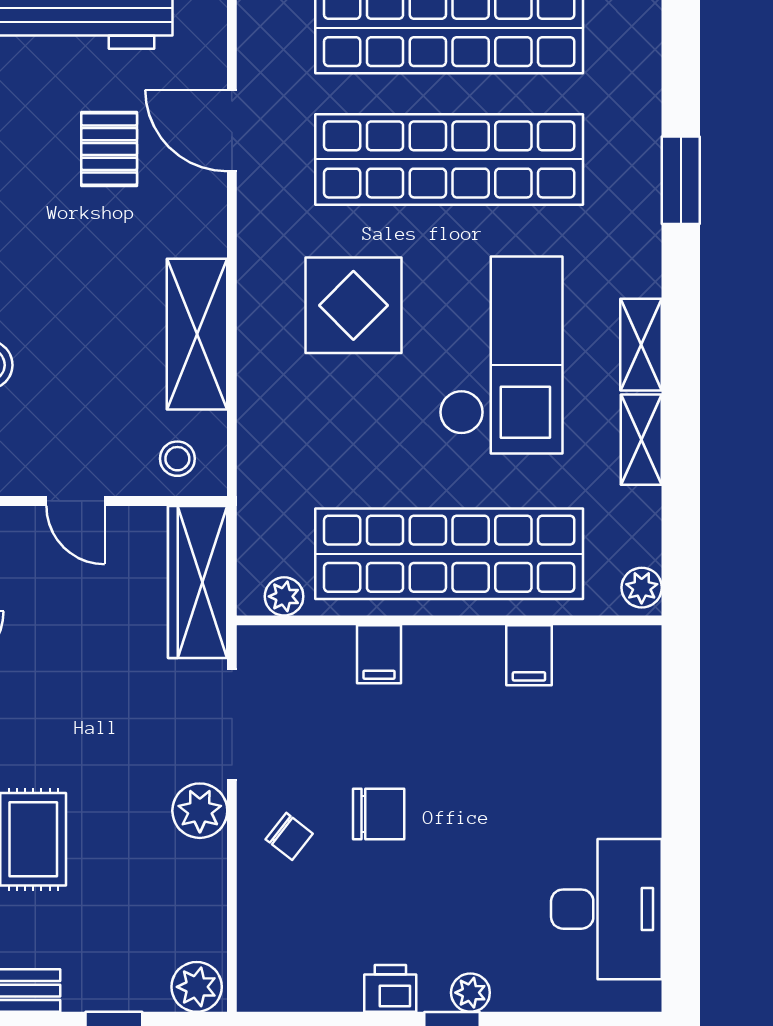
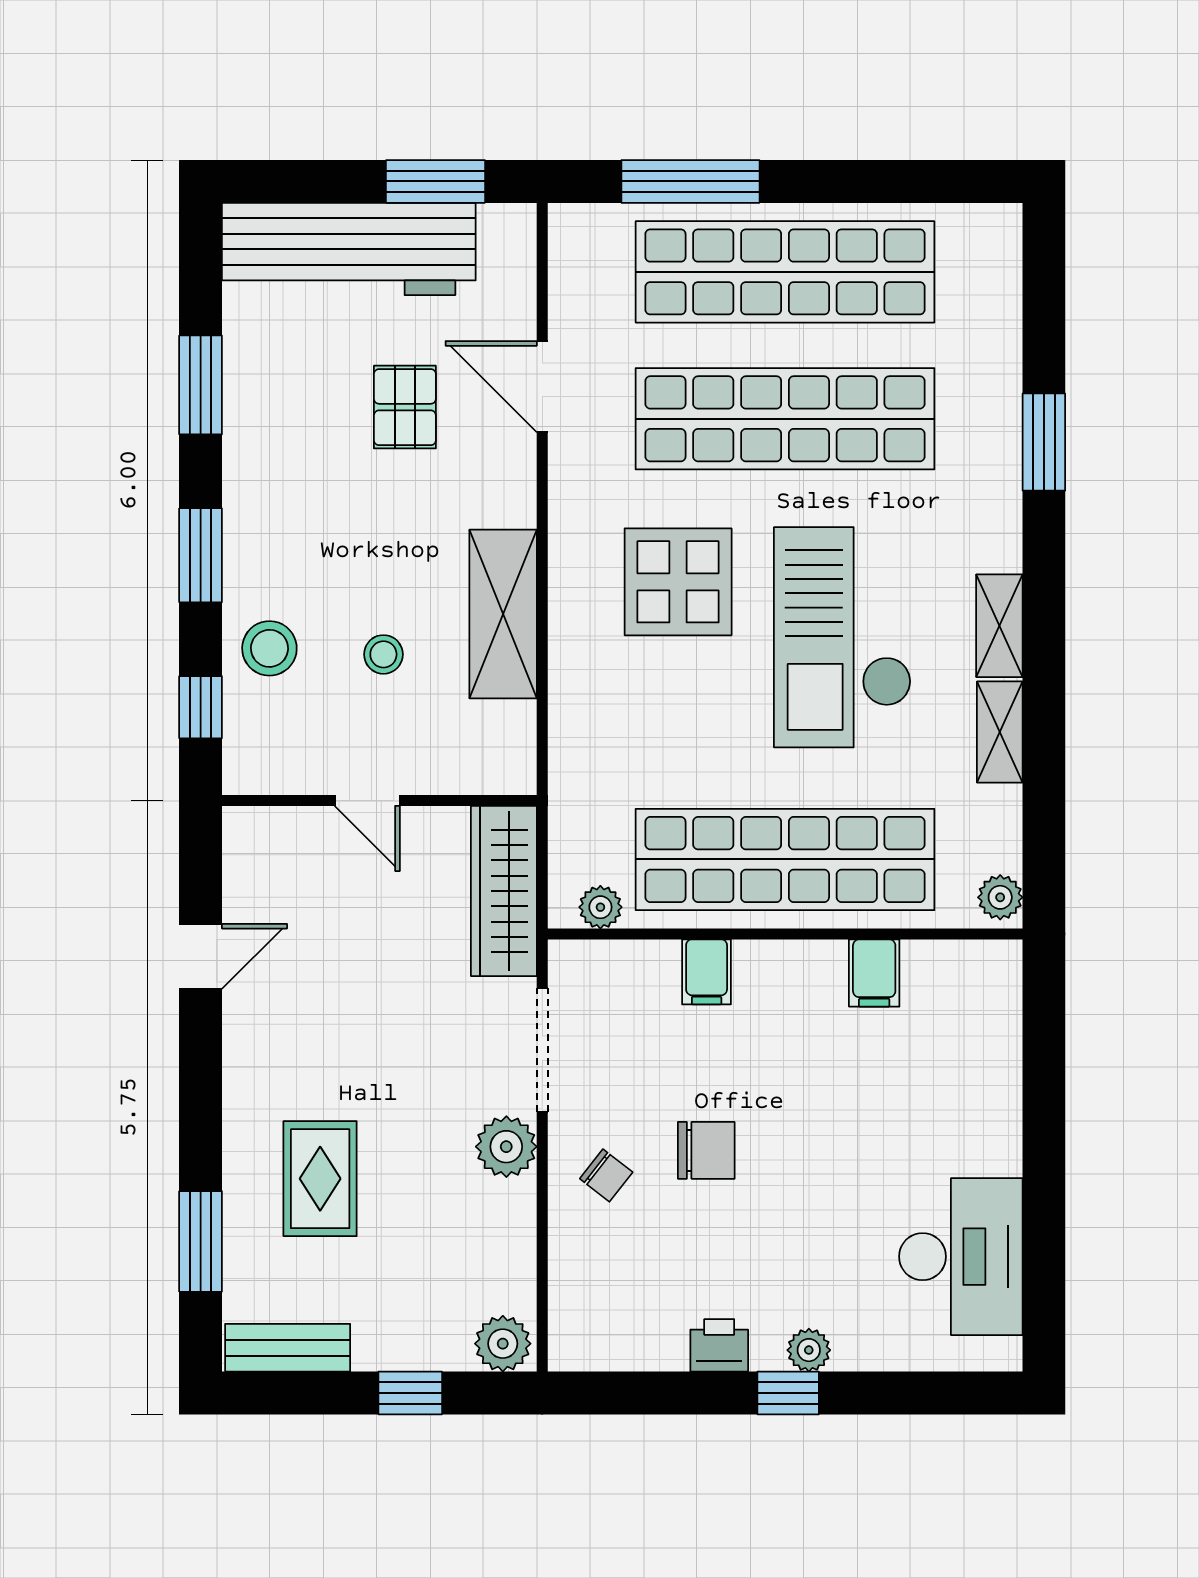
checkout: (501, 355) -> (843, 637), turned 180
stool: (177, 459) -> (383, 654), moved

